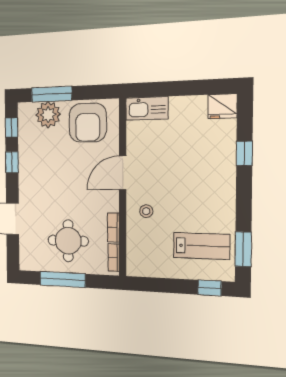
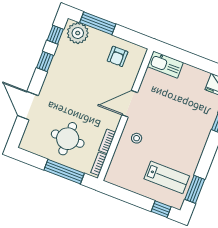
plant: (48, 115) -> (78, 33), moved
armchair: (88, 123) -> (118, 56), width x0.53, depth x0.53
window: (63, 279) -> (64, 172), moved

